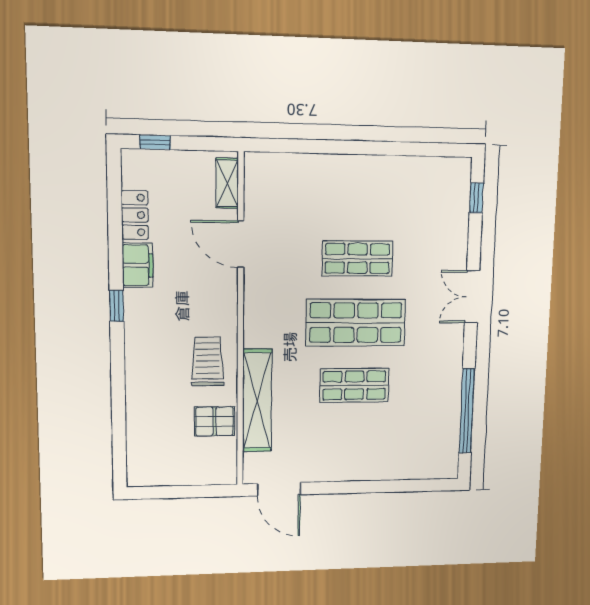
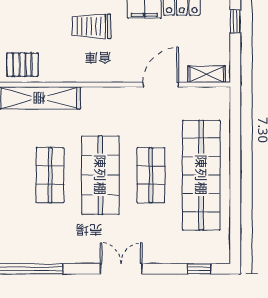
shop shelf: (359, 193) -> (201, 175), added
trolley: (208, 362) -> (91, 26), moved, turned 180
pallet: (215, 421) -> (22, 65), turned 90

